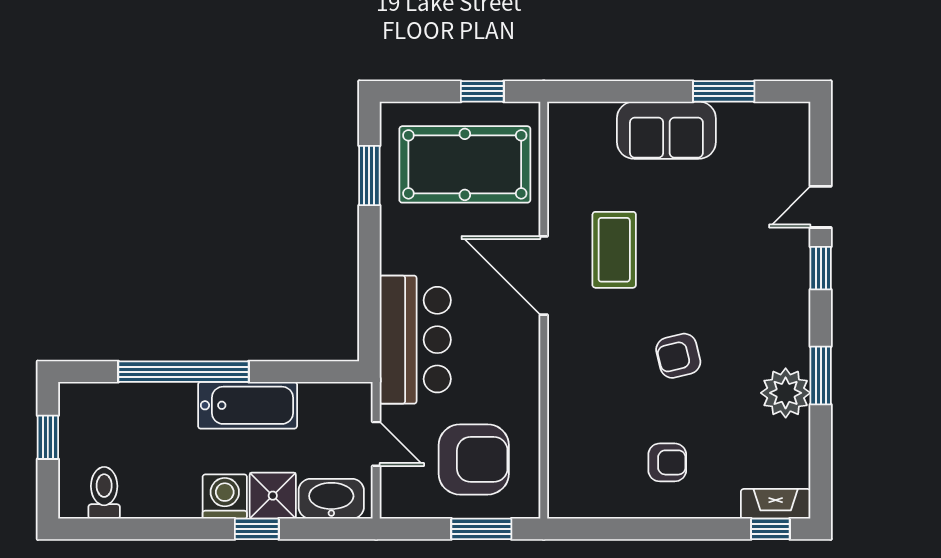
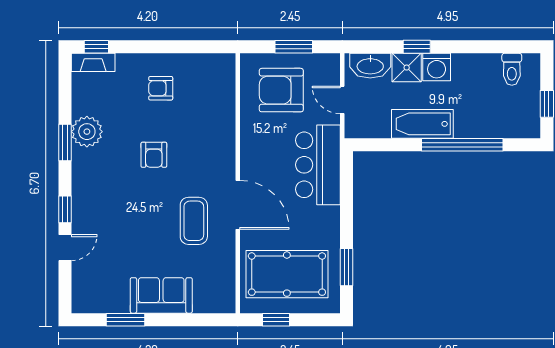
armchair: (678, 356) -> (154, 155), turned 104
window: (481, 529) -> (294, 47), moved

